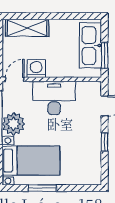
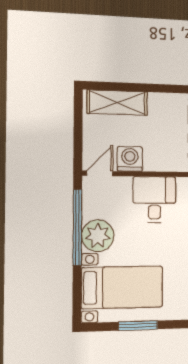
desk: (54, 98) -> (154, 200), width x0.73

